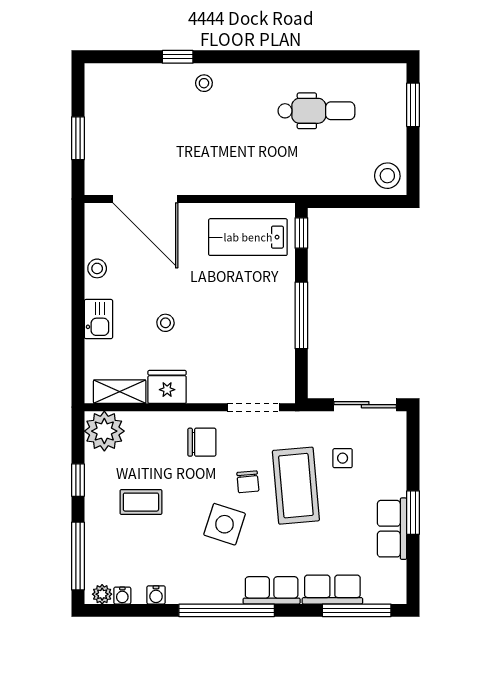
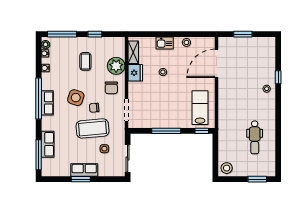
plant: (104, 431) -> (116, 66), moved
row of seats: (392, 529) -> (84, 170), moved
row of seats: (272, 590) -> (47, 103), moved

